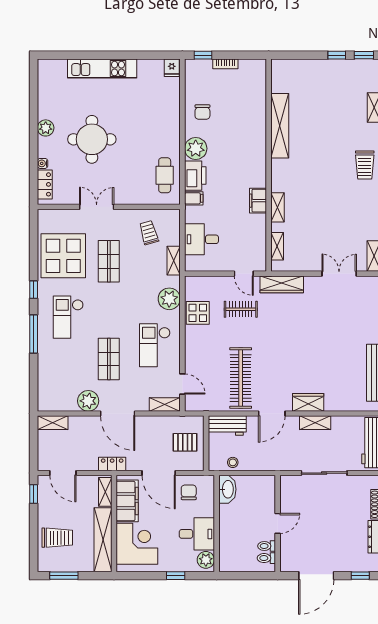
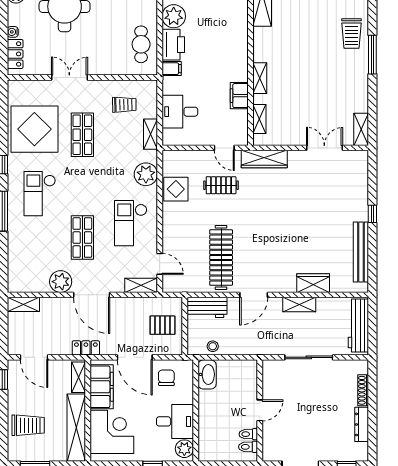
filing cabinet: (258, 201) -> (239, 96), moved
trolley: (149, 233) -> (124, 105), turned 105
wardrobe: (308, 402) -> (313, 283), moved

